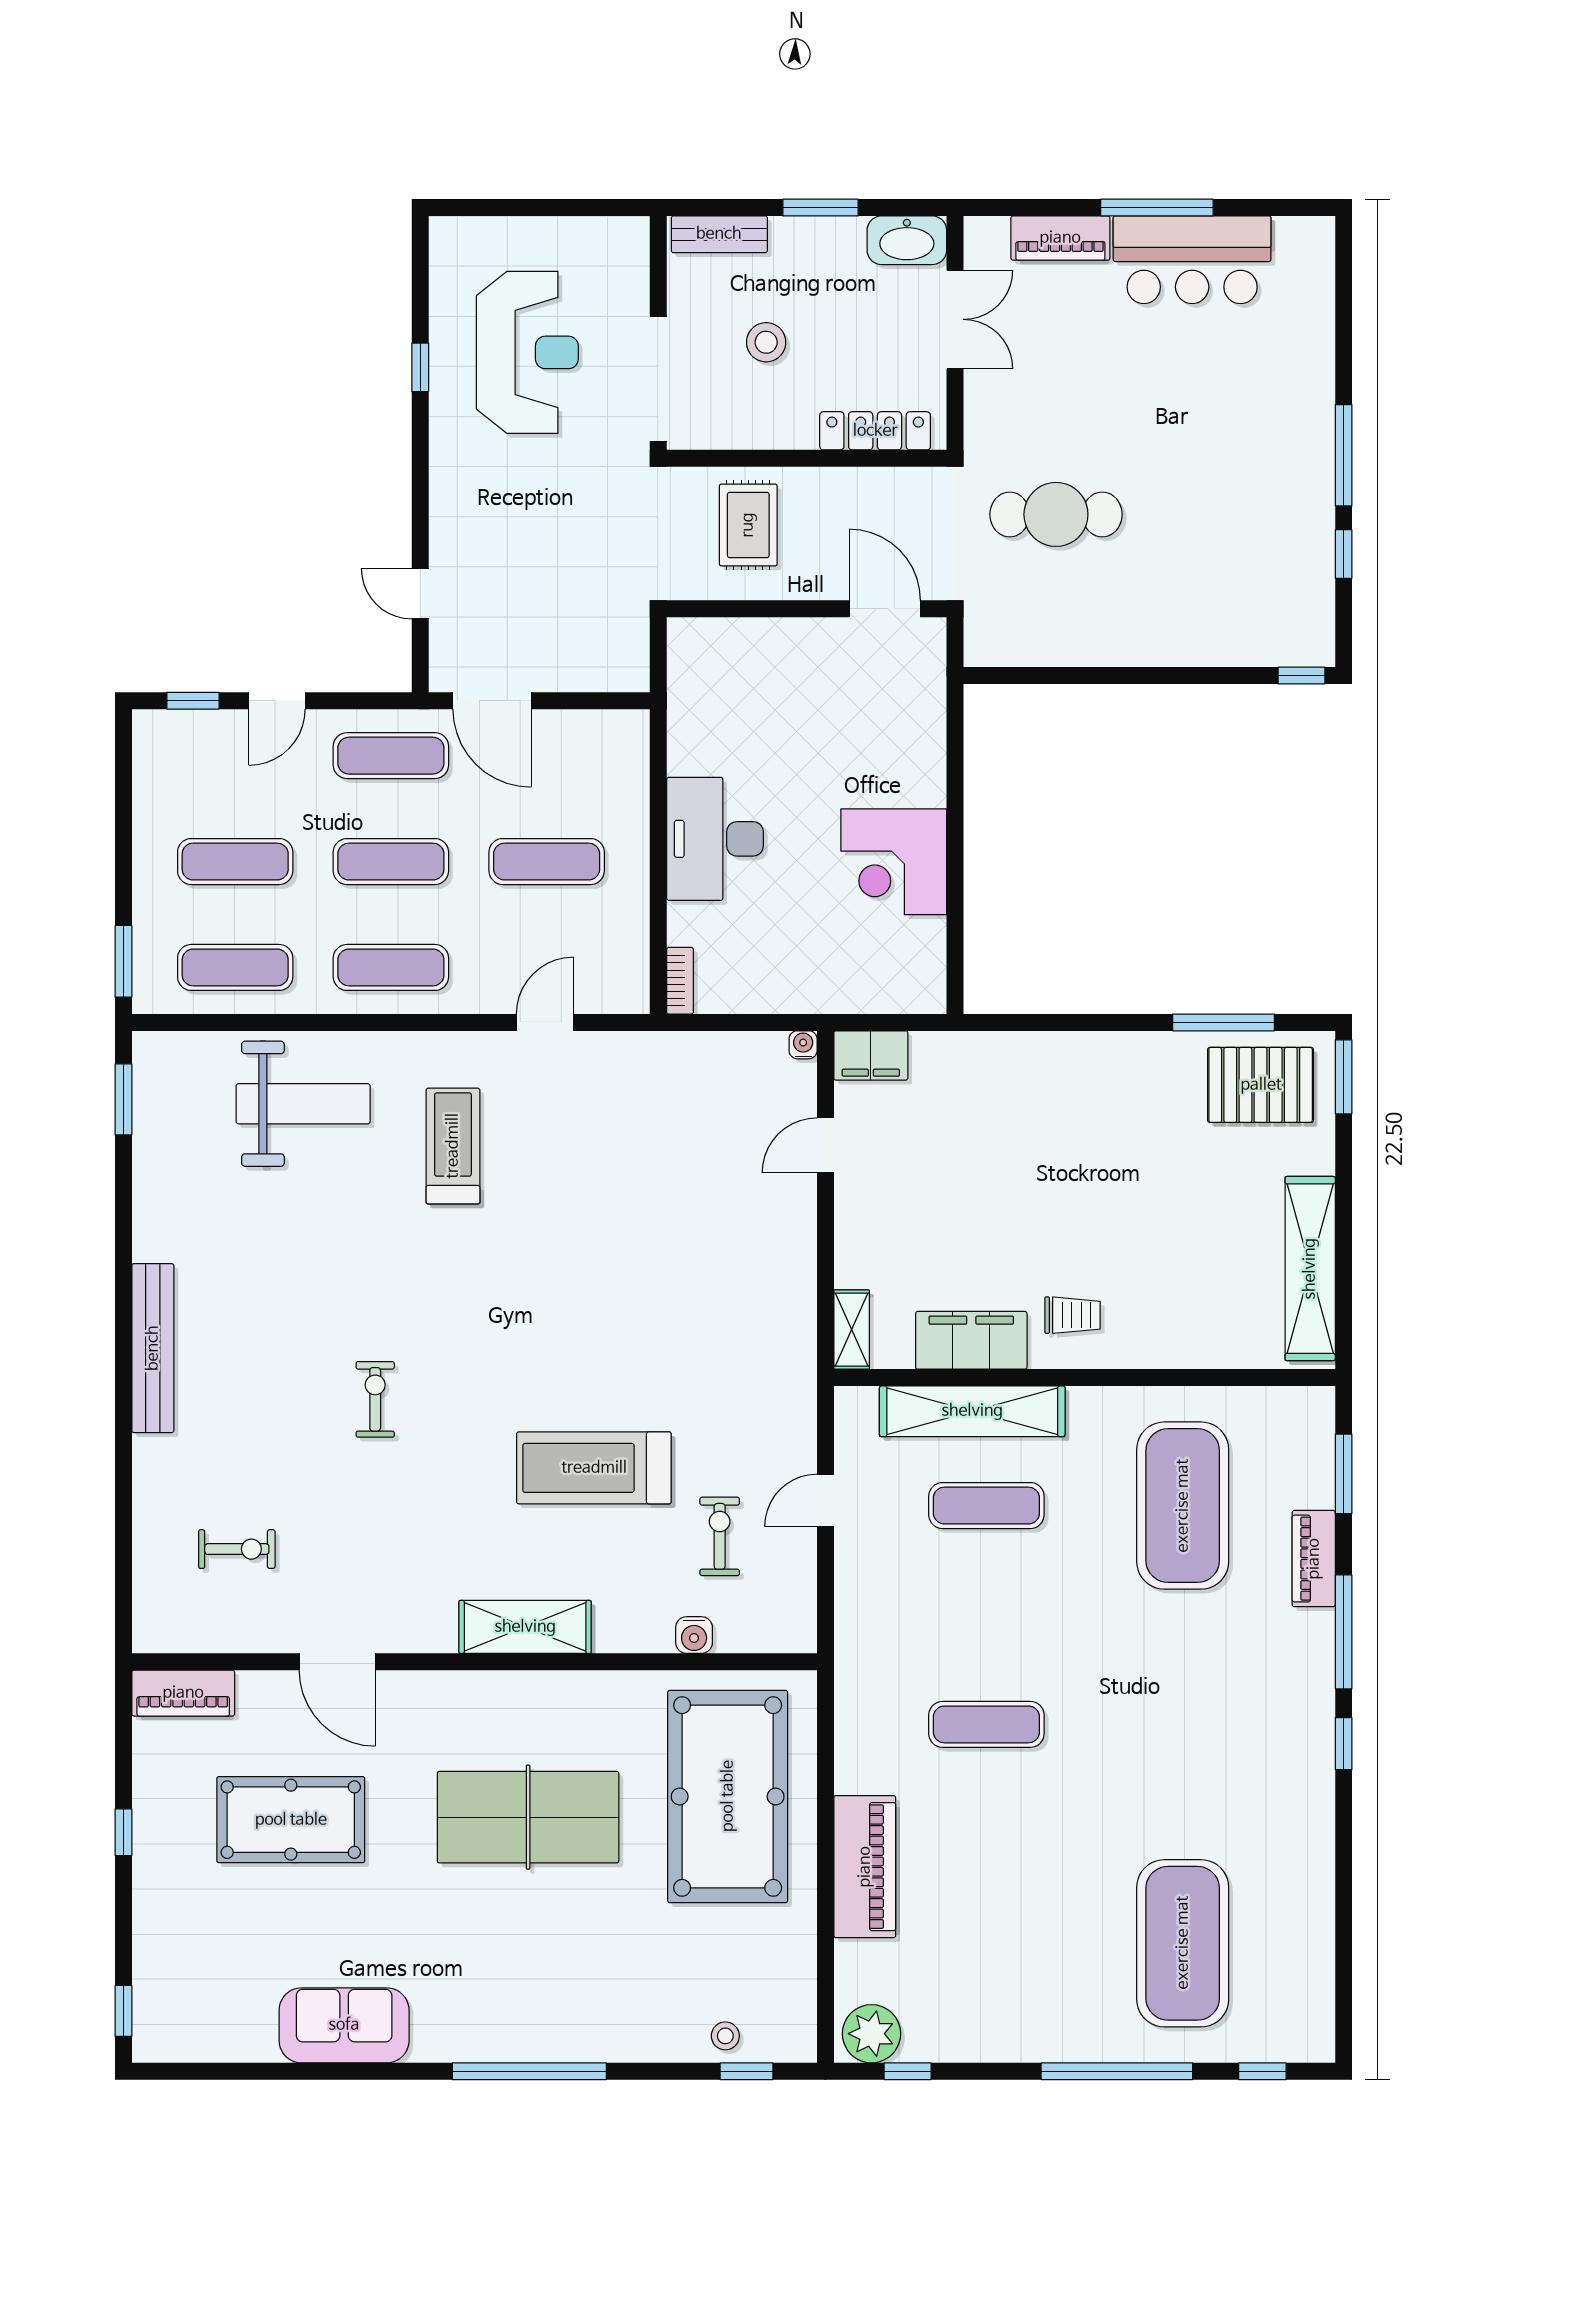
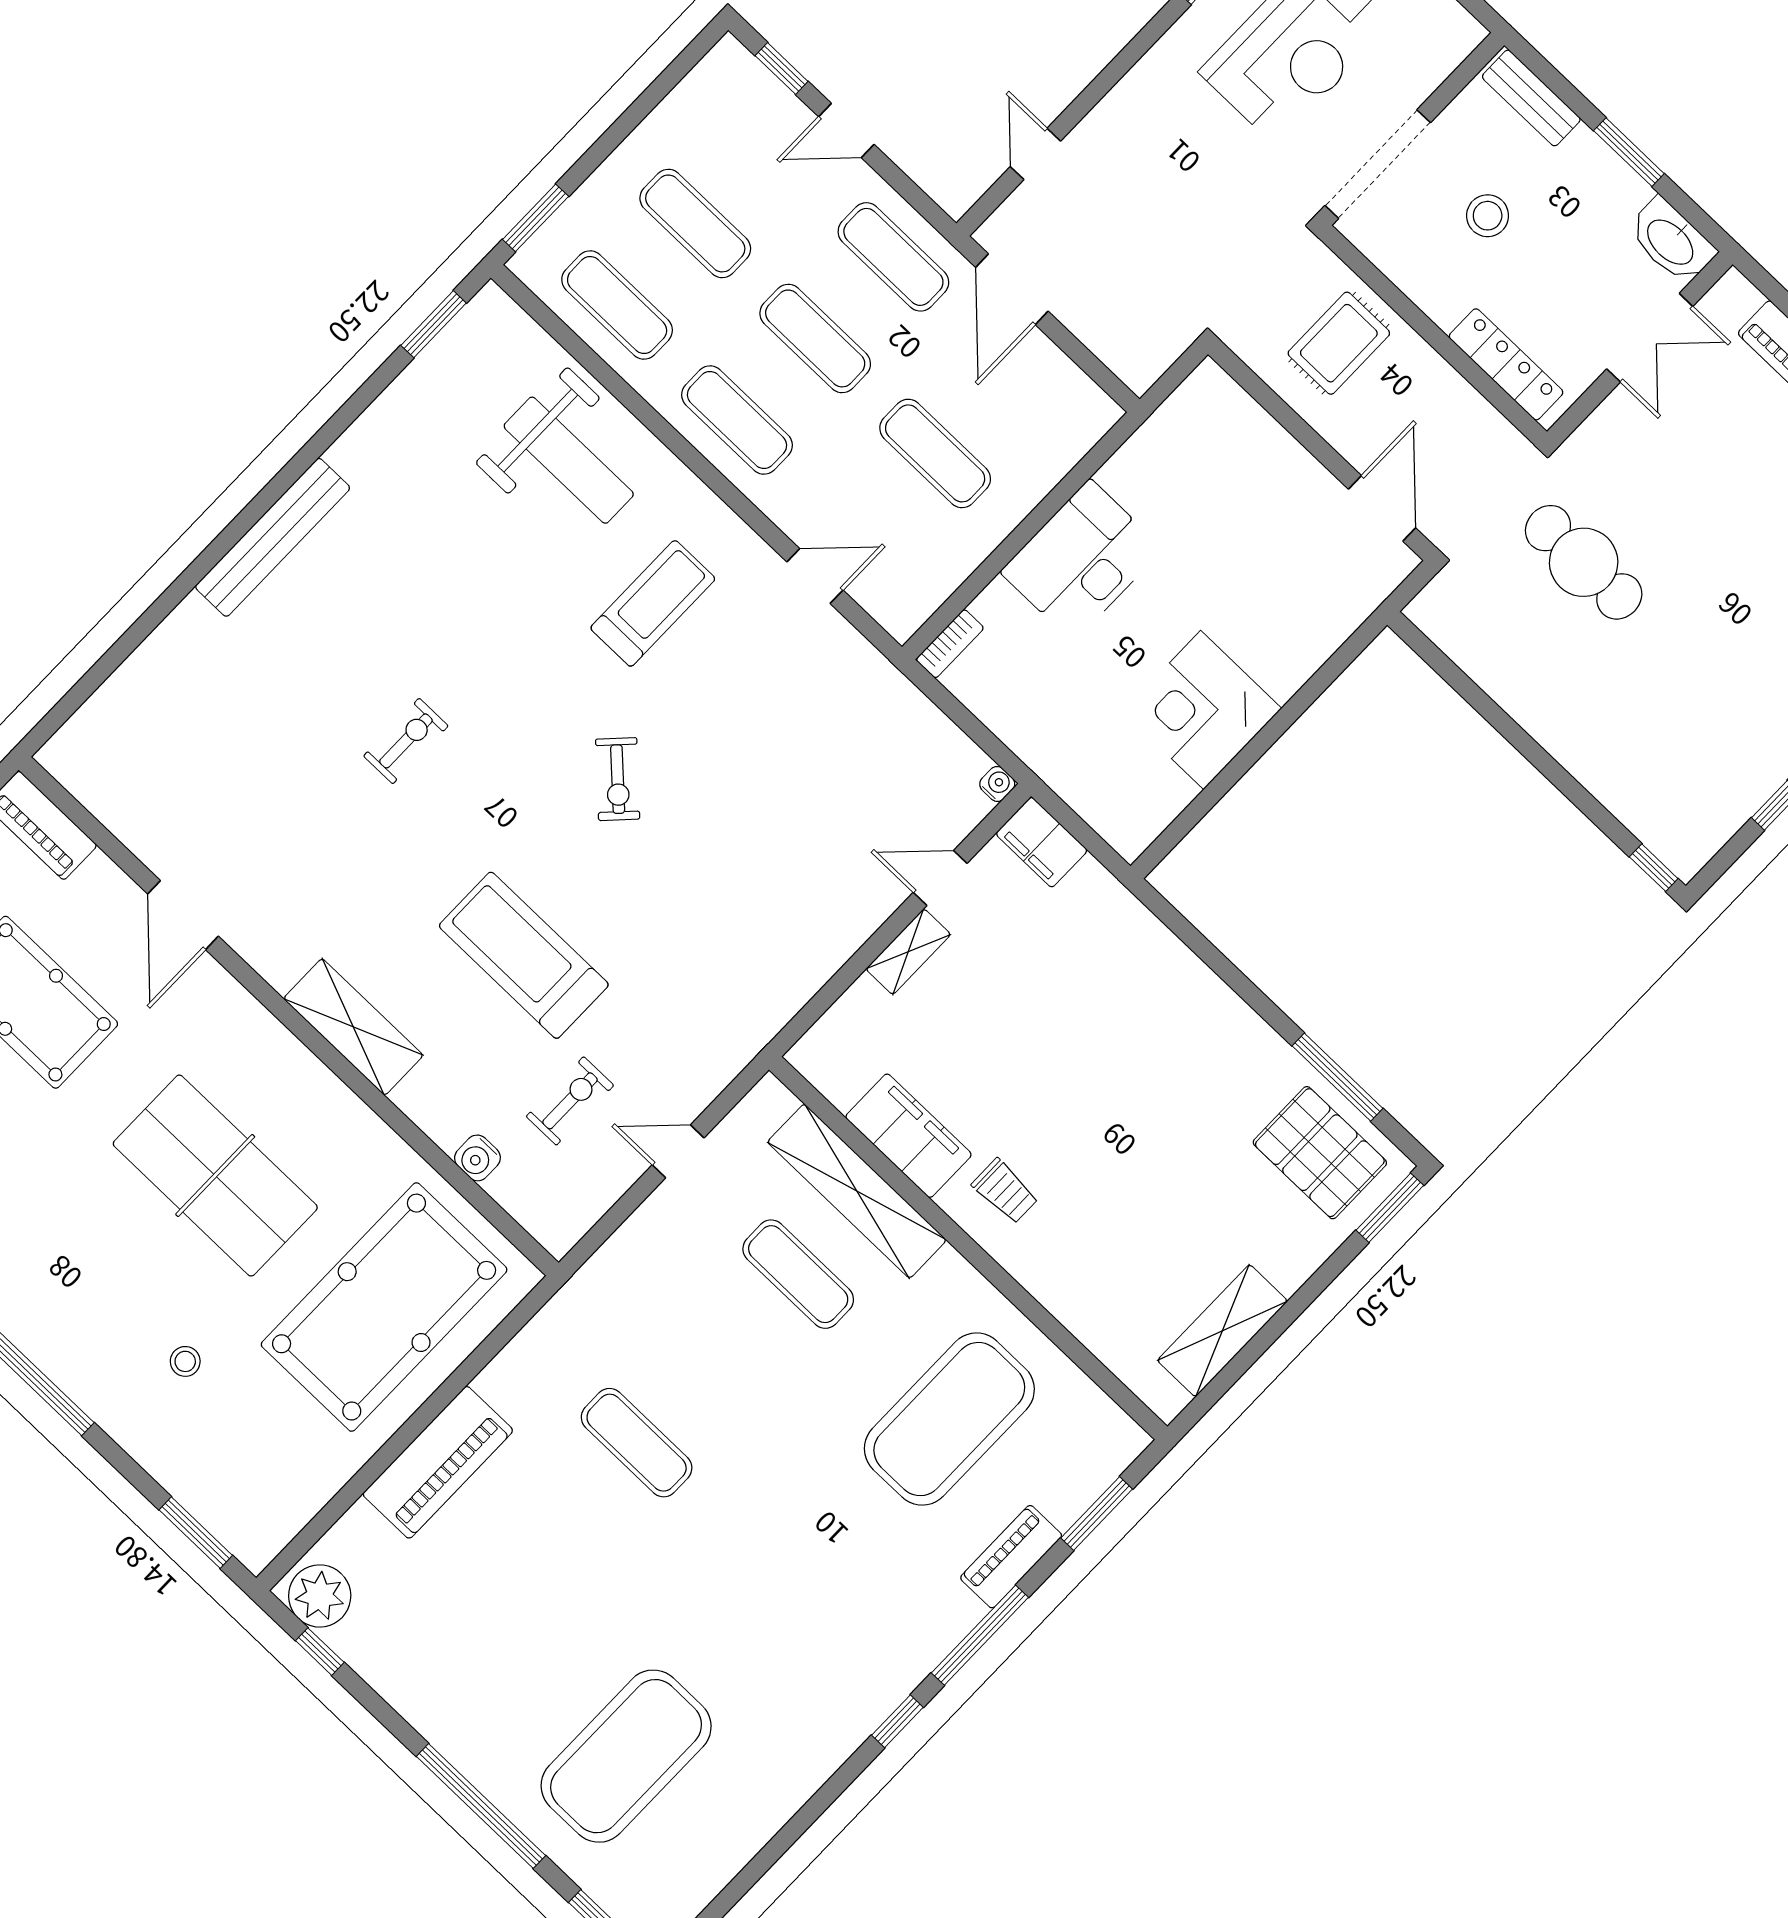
shelving: (1310, 1269) -> (1222, 1331), width x0.68
shelving: (852, 1330) -> (908, 952), moved
exercise bike: (237, 1549) -> (618, 779), moved, turned 44
stool: (725, 2036) -> (185, 1361), moved
window: (747, 2071) -> (196, 1533), width x1.50

